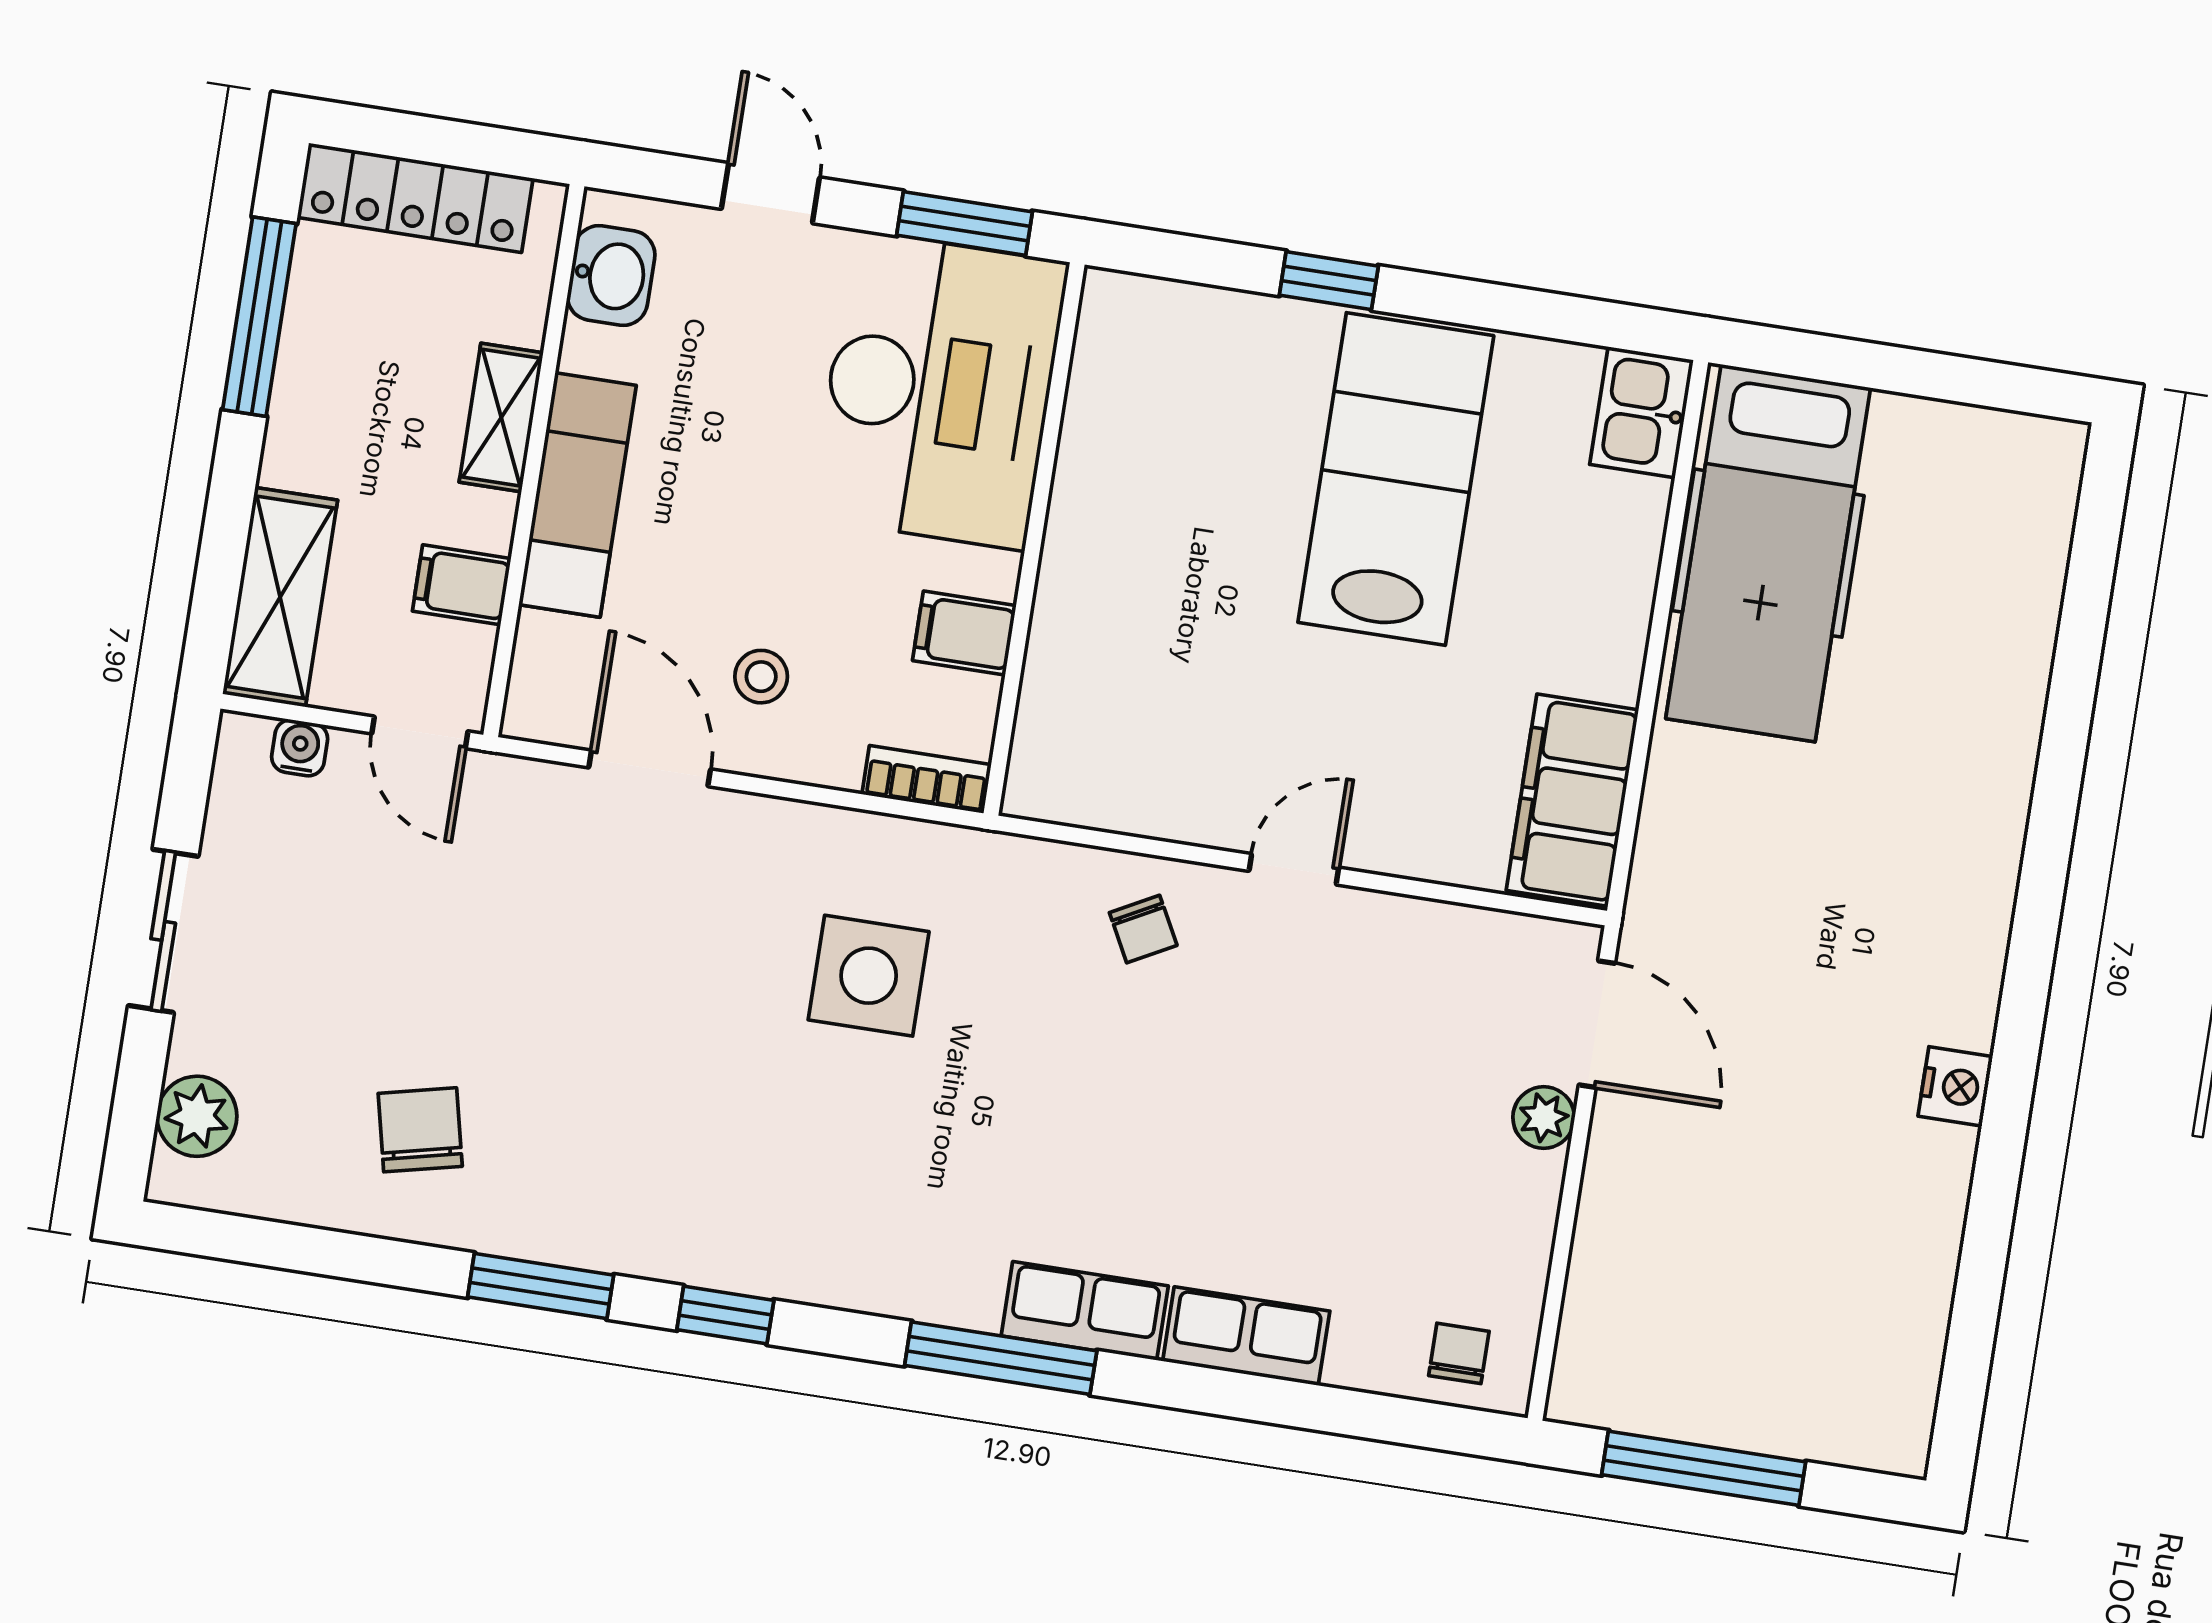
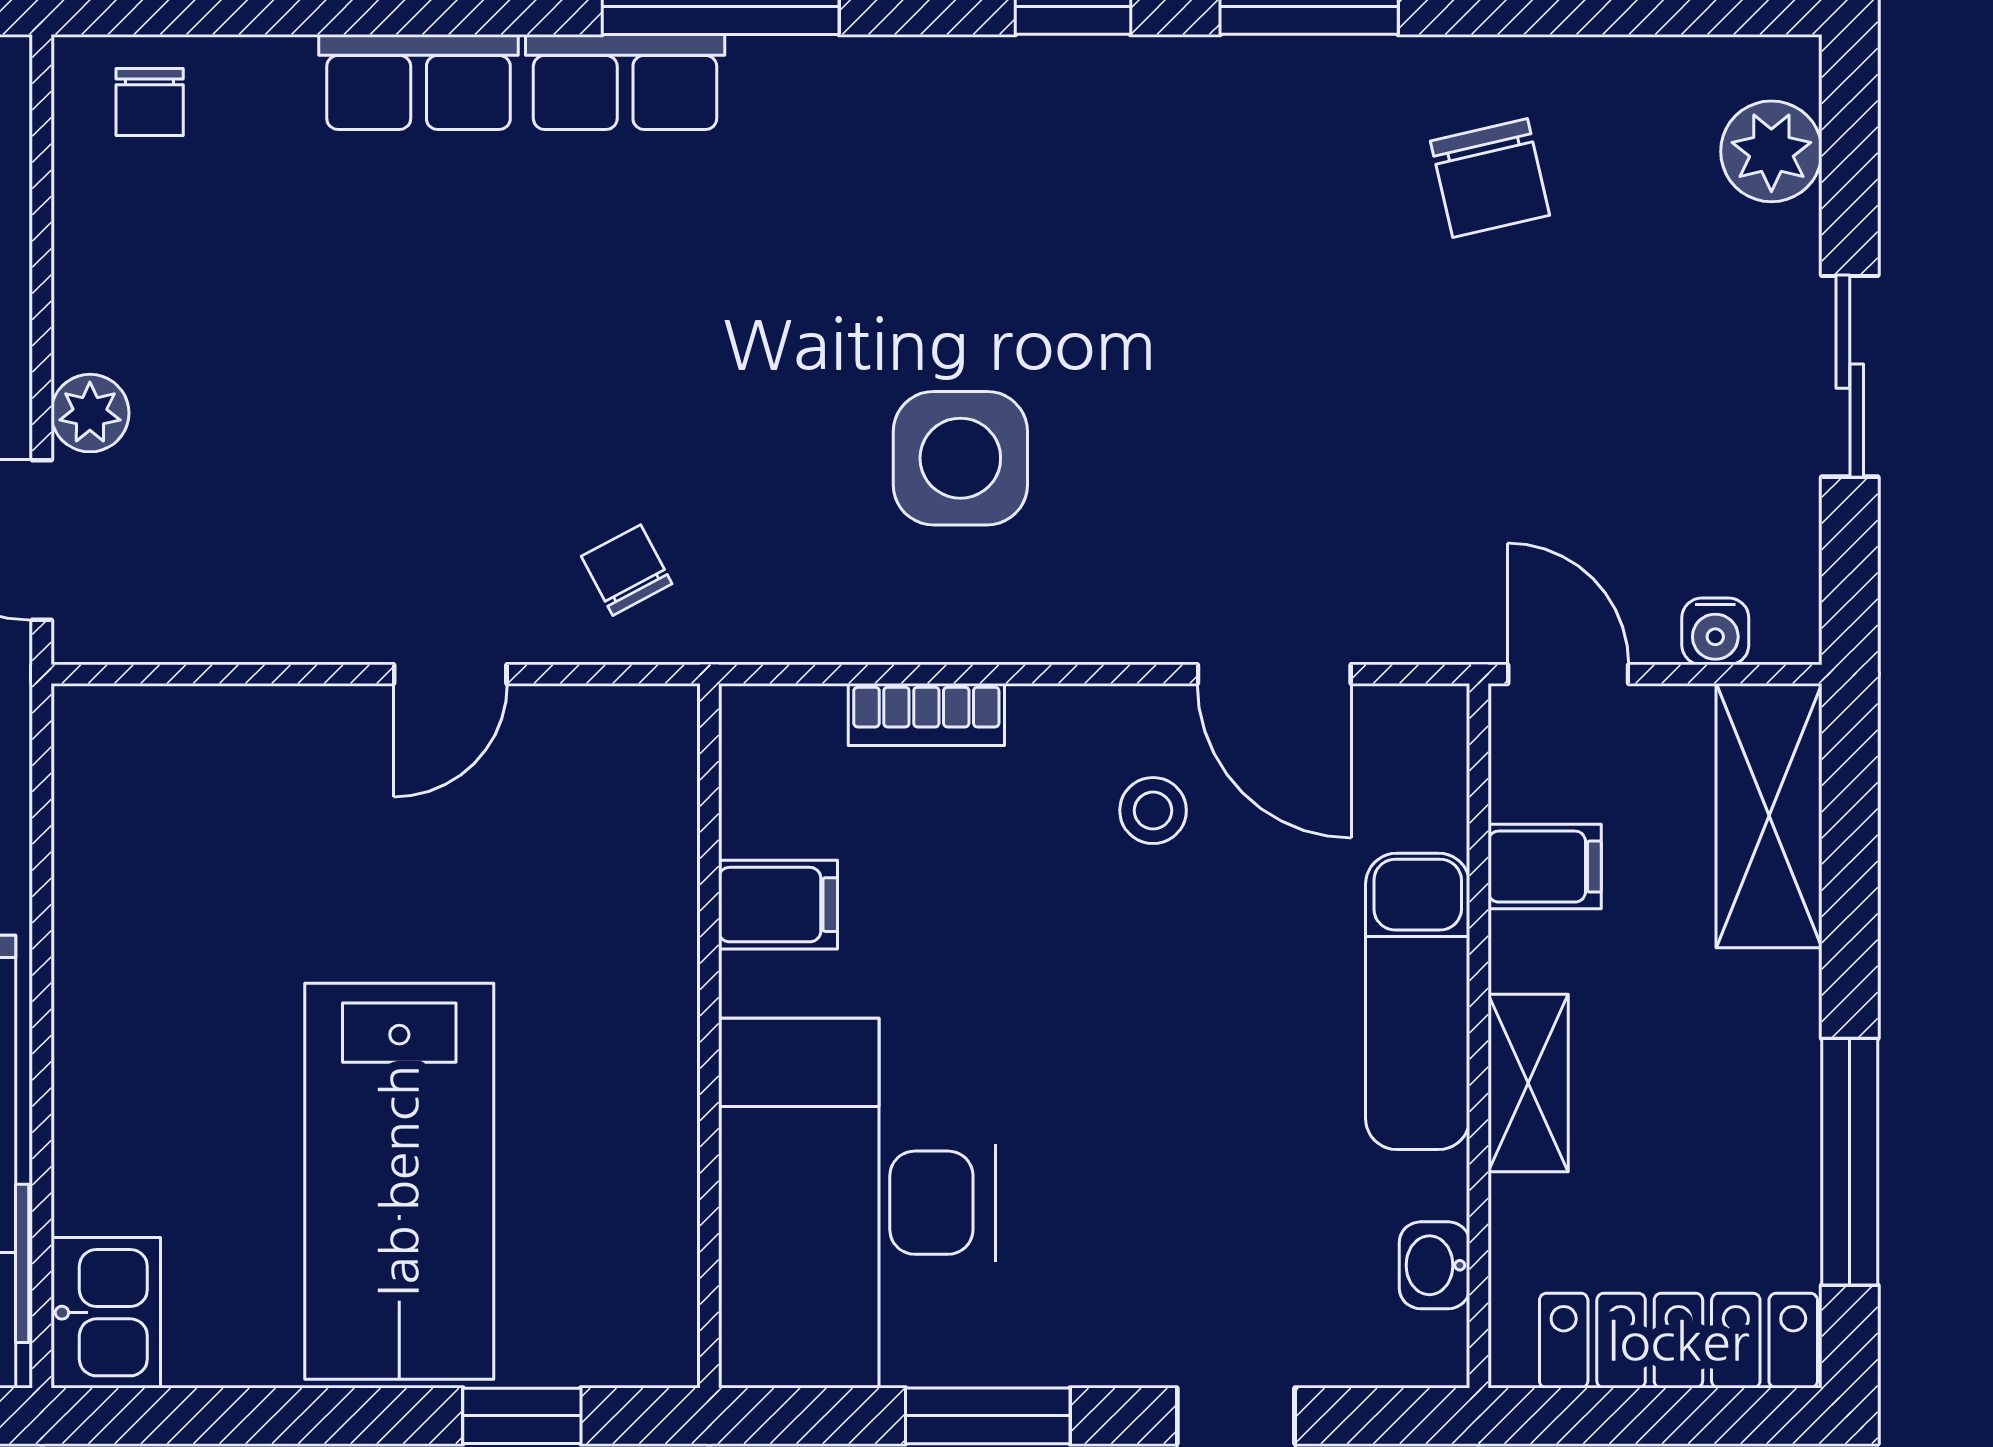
washbasin: (611, 275) -> (1434, 1265), width x0.72, depth x0.69
desk: (939, 390) -> (857, 1203), moved
wall: (1034, 539) -> (709, 1036), moved
filing cabinet: (964, 633) -> (778, 905), moved
filing cabinet: (1572, 800) -> (116, 815), removed

